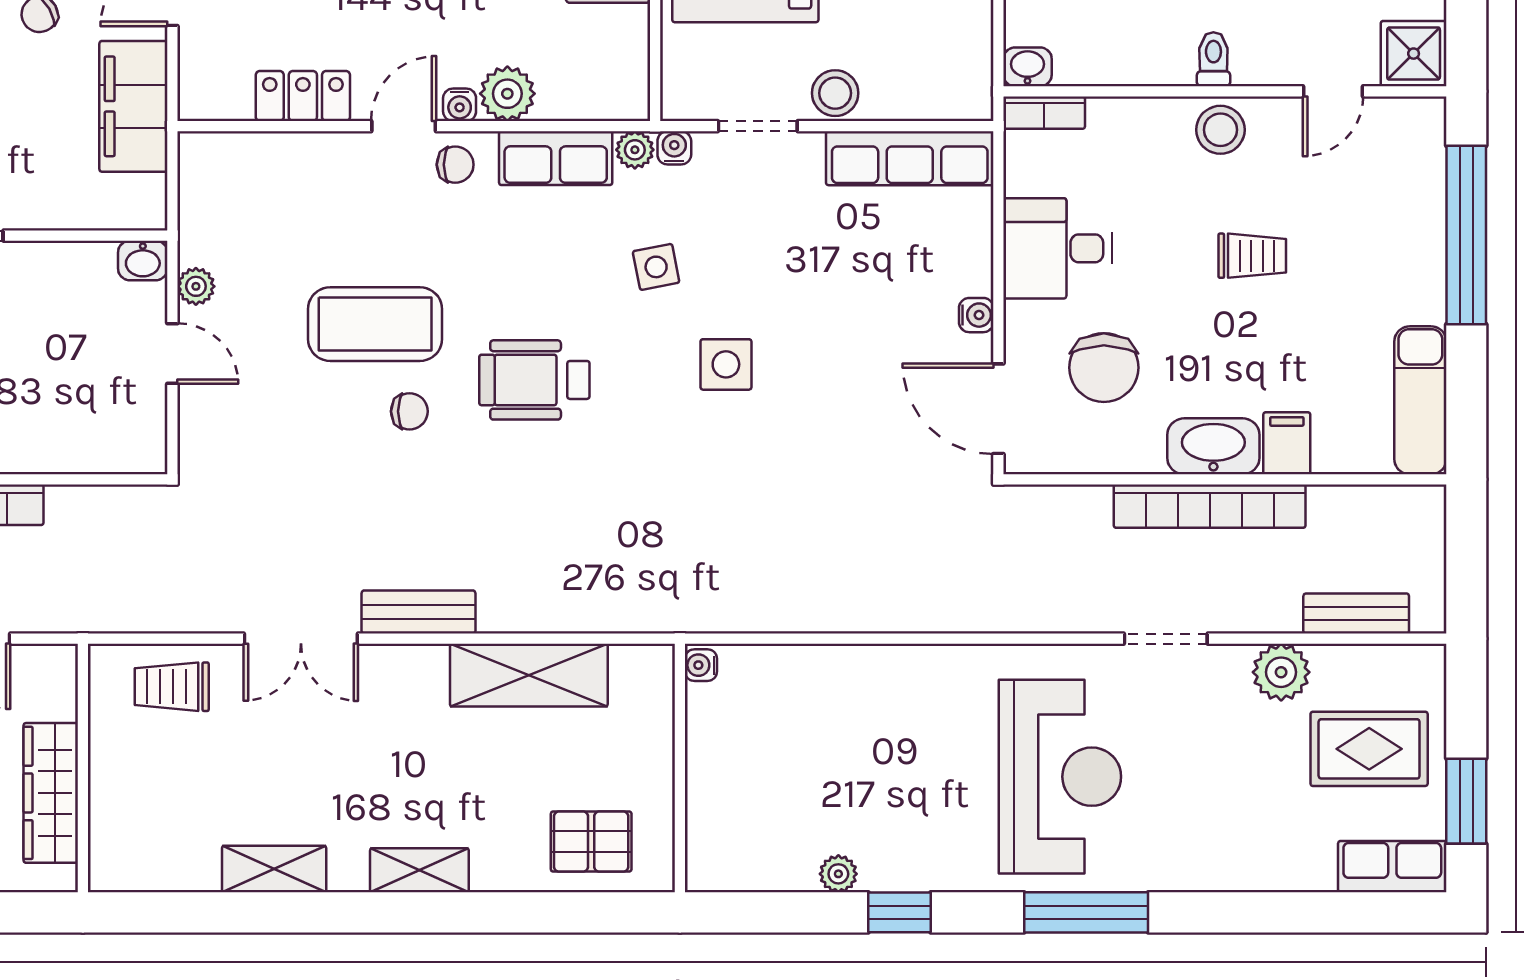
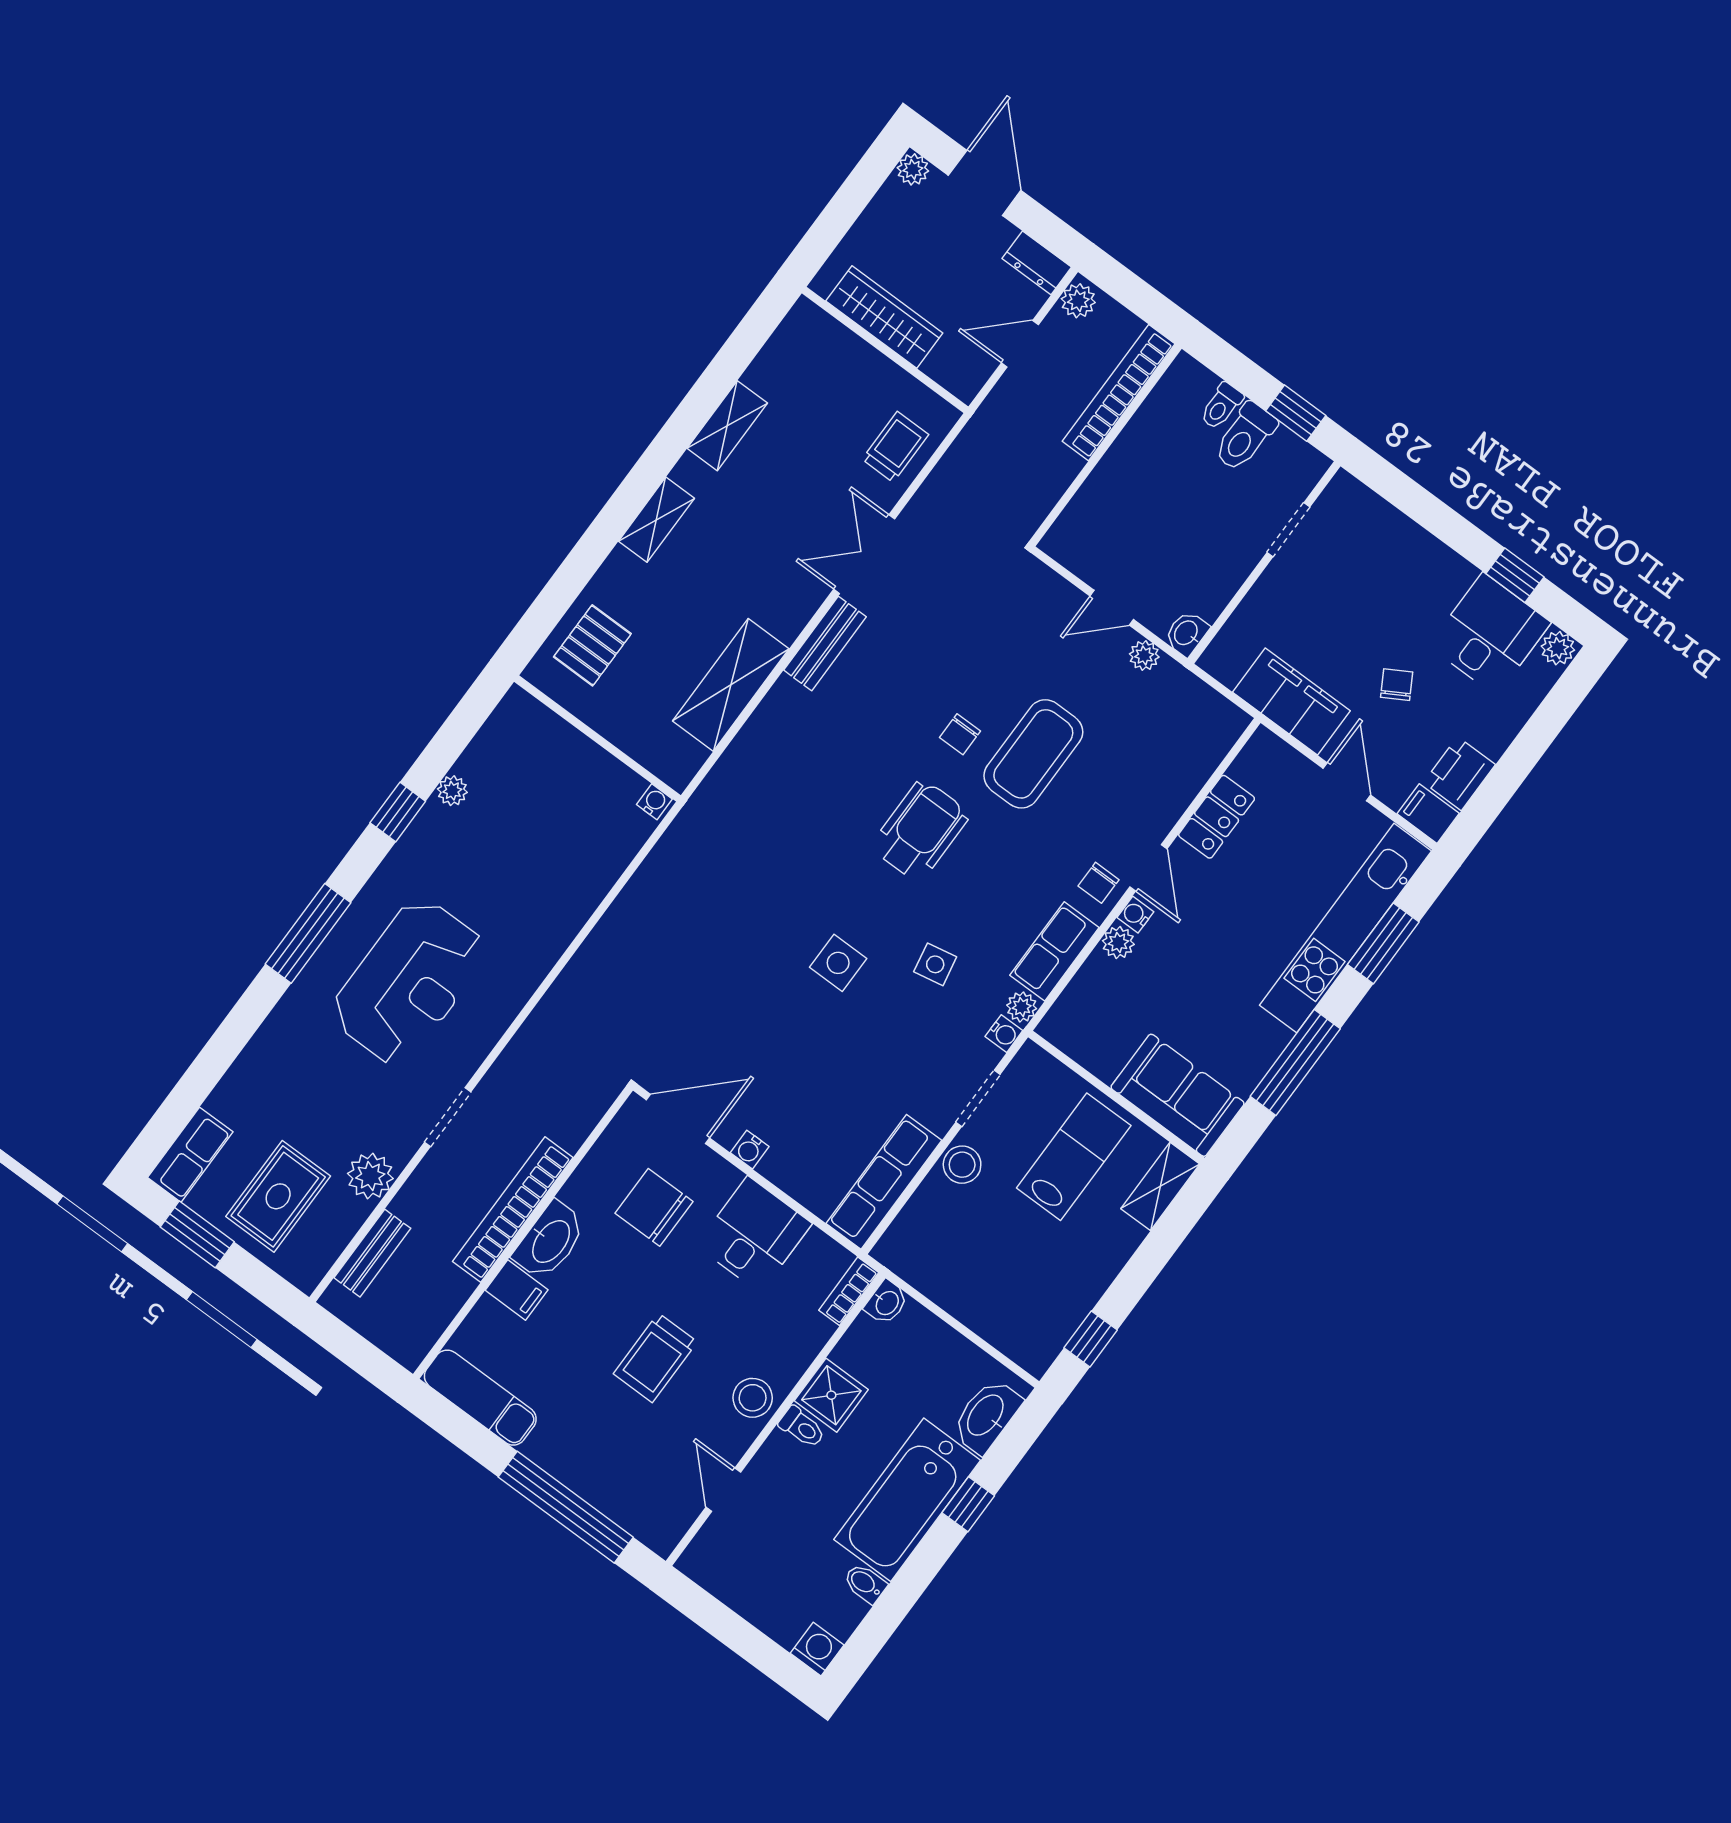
shower: (1414, 54) -> (831, 1395), moved
plant: (507, 94) -> (1118, 943), width x0.73, depth x0.73
trolley: (1252, 256) -> (655, 1358), width x1.36, depth x1.39
reception desk: (1060, 777) -> (409, 982), turned -90

